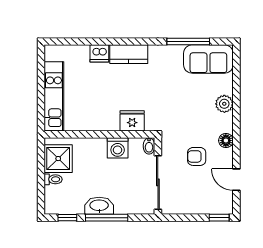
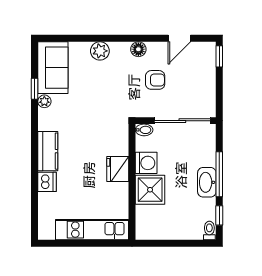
window: (188, 42) -> (35, 89), width x0.46
plant: (176, 51) -> (44, 101), added
fridge: (132, 121) -> (118, 169), moved
armchair: (197, 156) -> (155, 80), turned -90
shower: (58, 159) -> (150, 190), moved
toilet: (53, 179) -> (209, 230), moved

